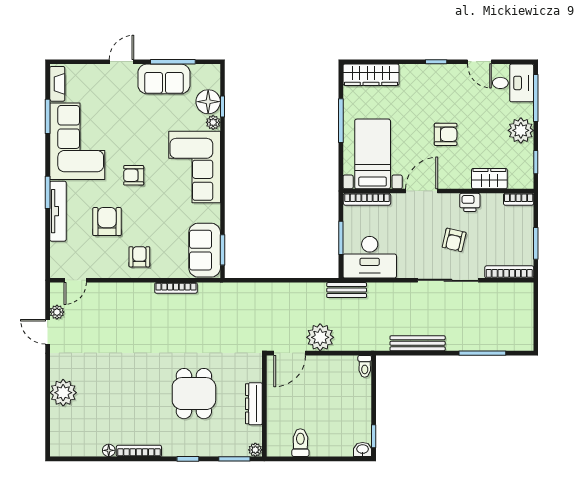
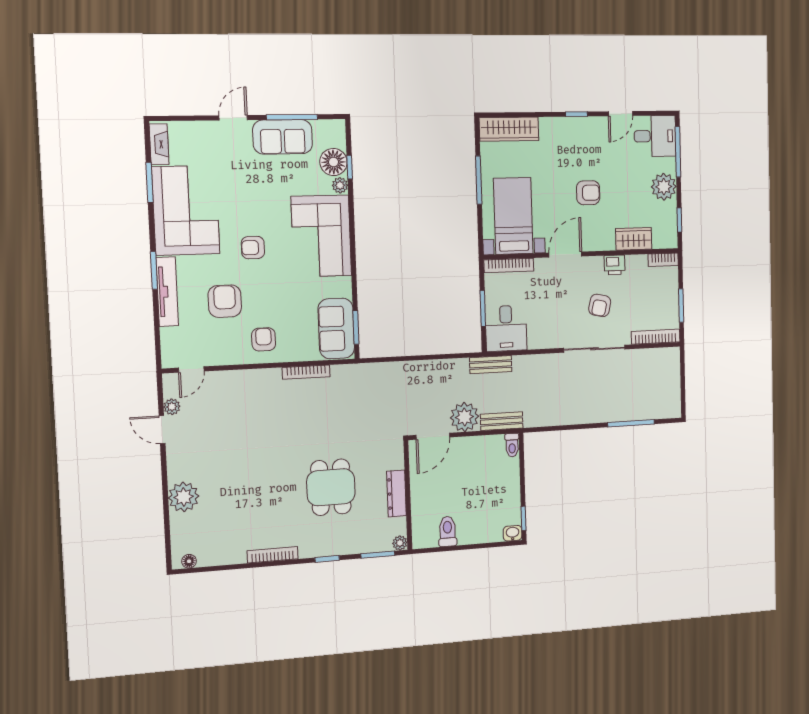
door: (479, 62) -> (621, 114), hinge flipped
desk: (370, 257) -> (506, 328), width x0.73
bench: (418, 343) -> (502, 421), moved, width x0.73
floor lamp: (109, 450) -> (189, 561), moved

